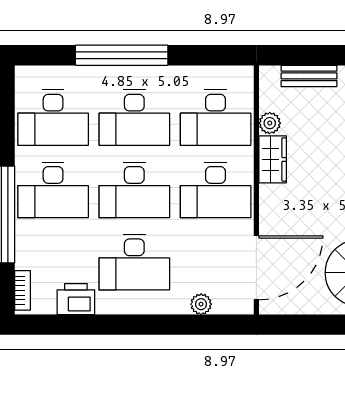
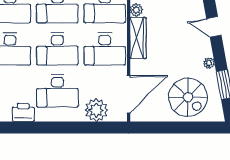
wardrobe: (273, 159) -> (138, 38), width x1.50
plant: (201, 304) -> (96, 110), width x1.88, depth x1.88

